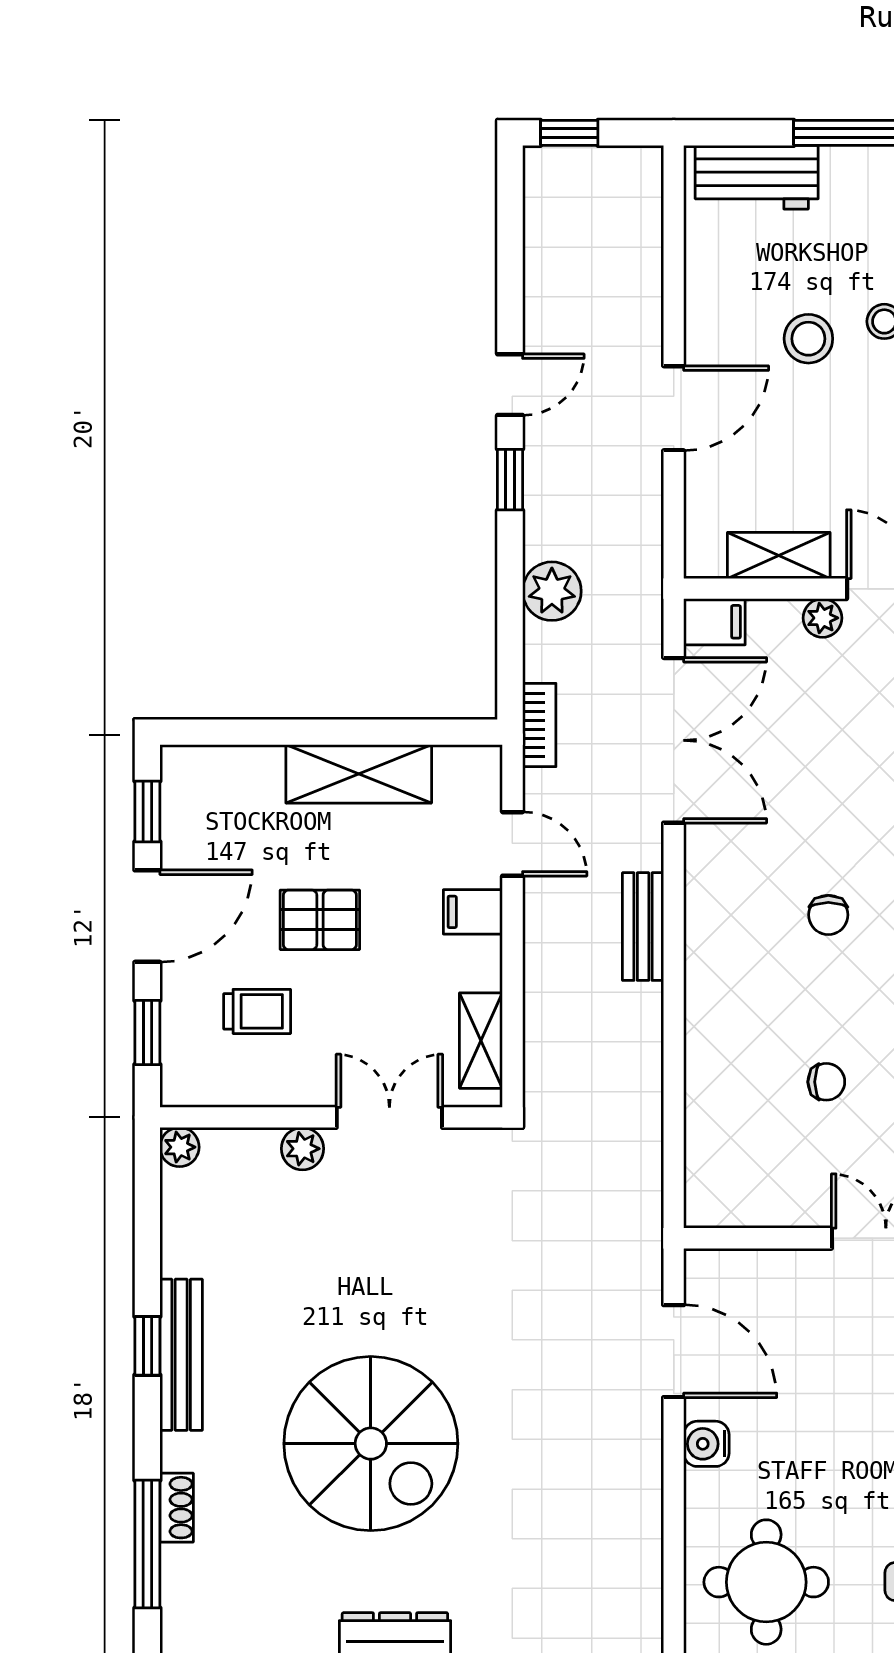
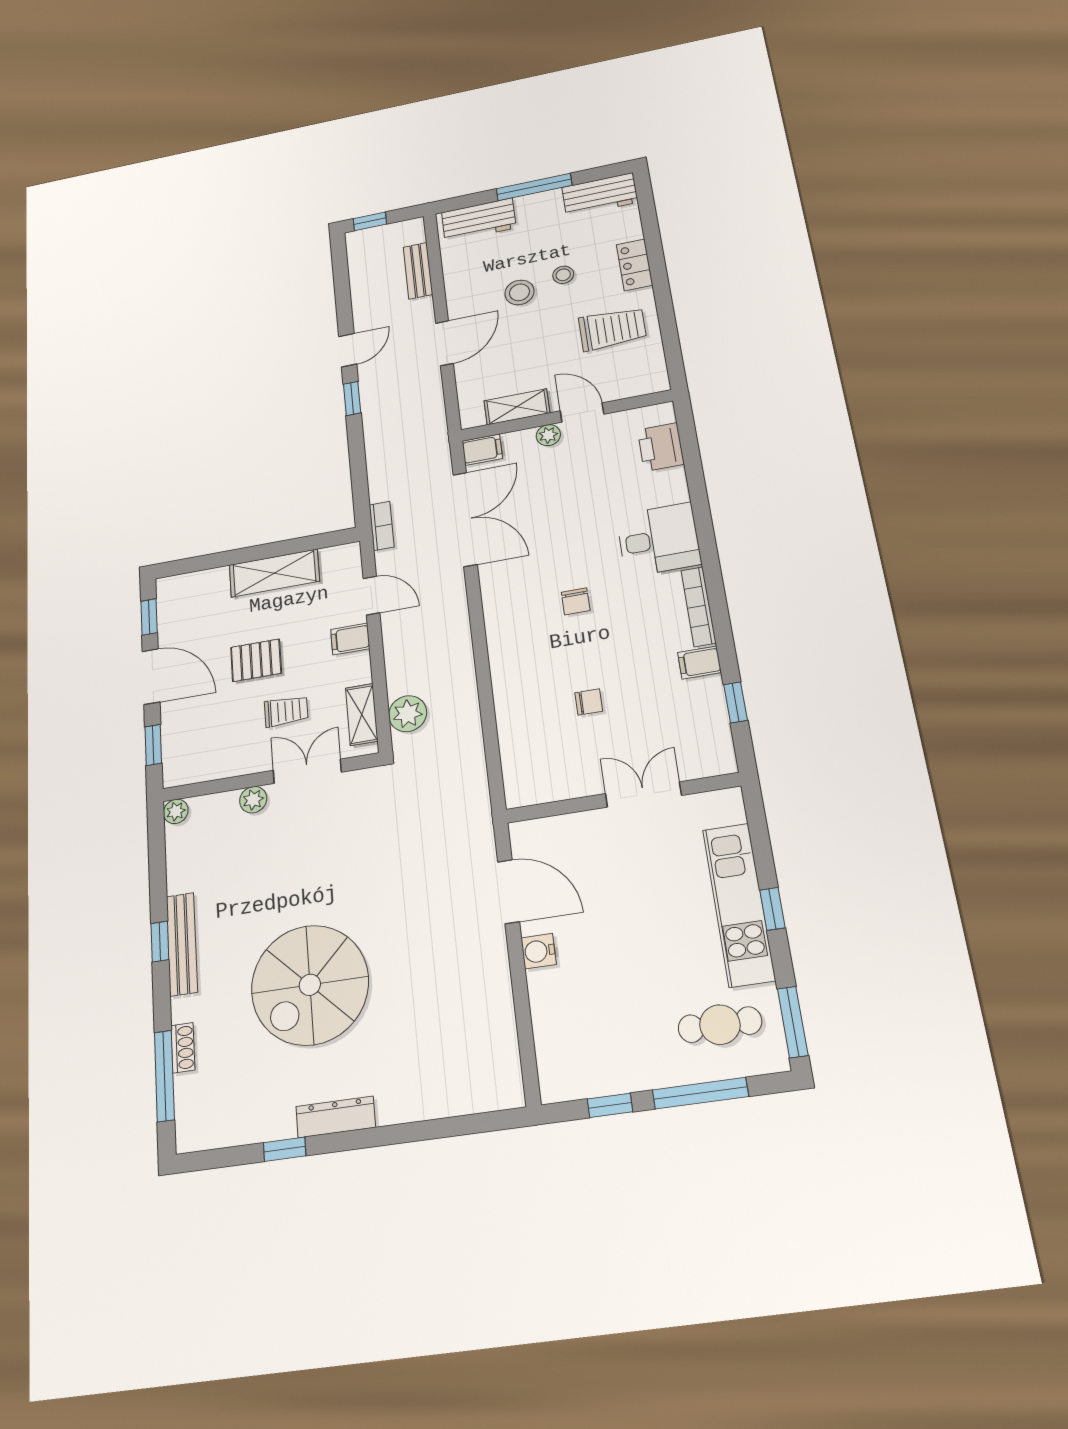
plant: (552, 591) -> (408, 714), moved
door: (147, 916) -> (151, 677), hinge flipped
bench: (643, 927) -> (418, 271), moved
trolley: (257, 1011) -> (286, 711), moved
spiral stairs: (371, 1444) -> (310, 985), turned 90
round table: (766, 1582) -> (593, 1043), removed

